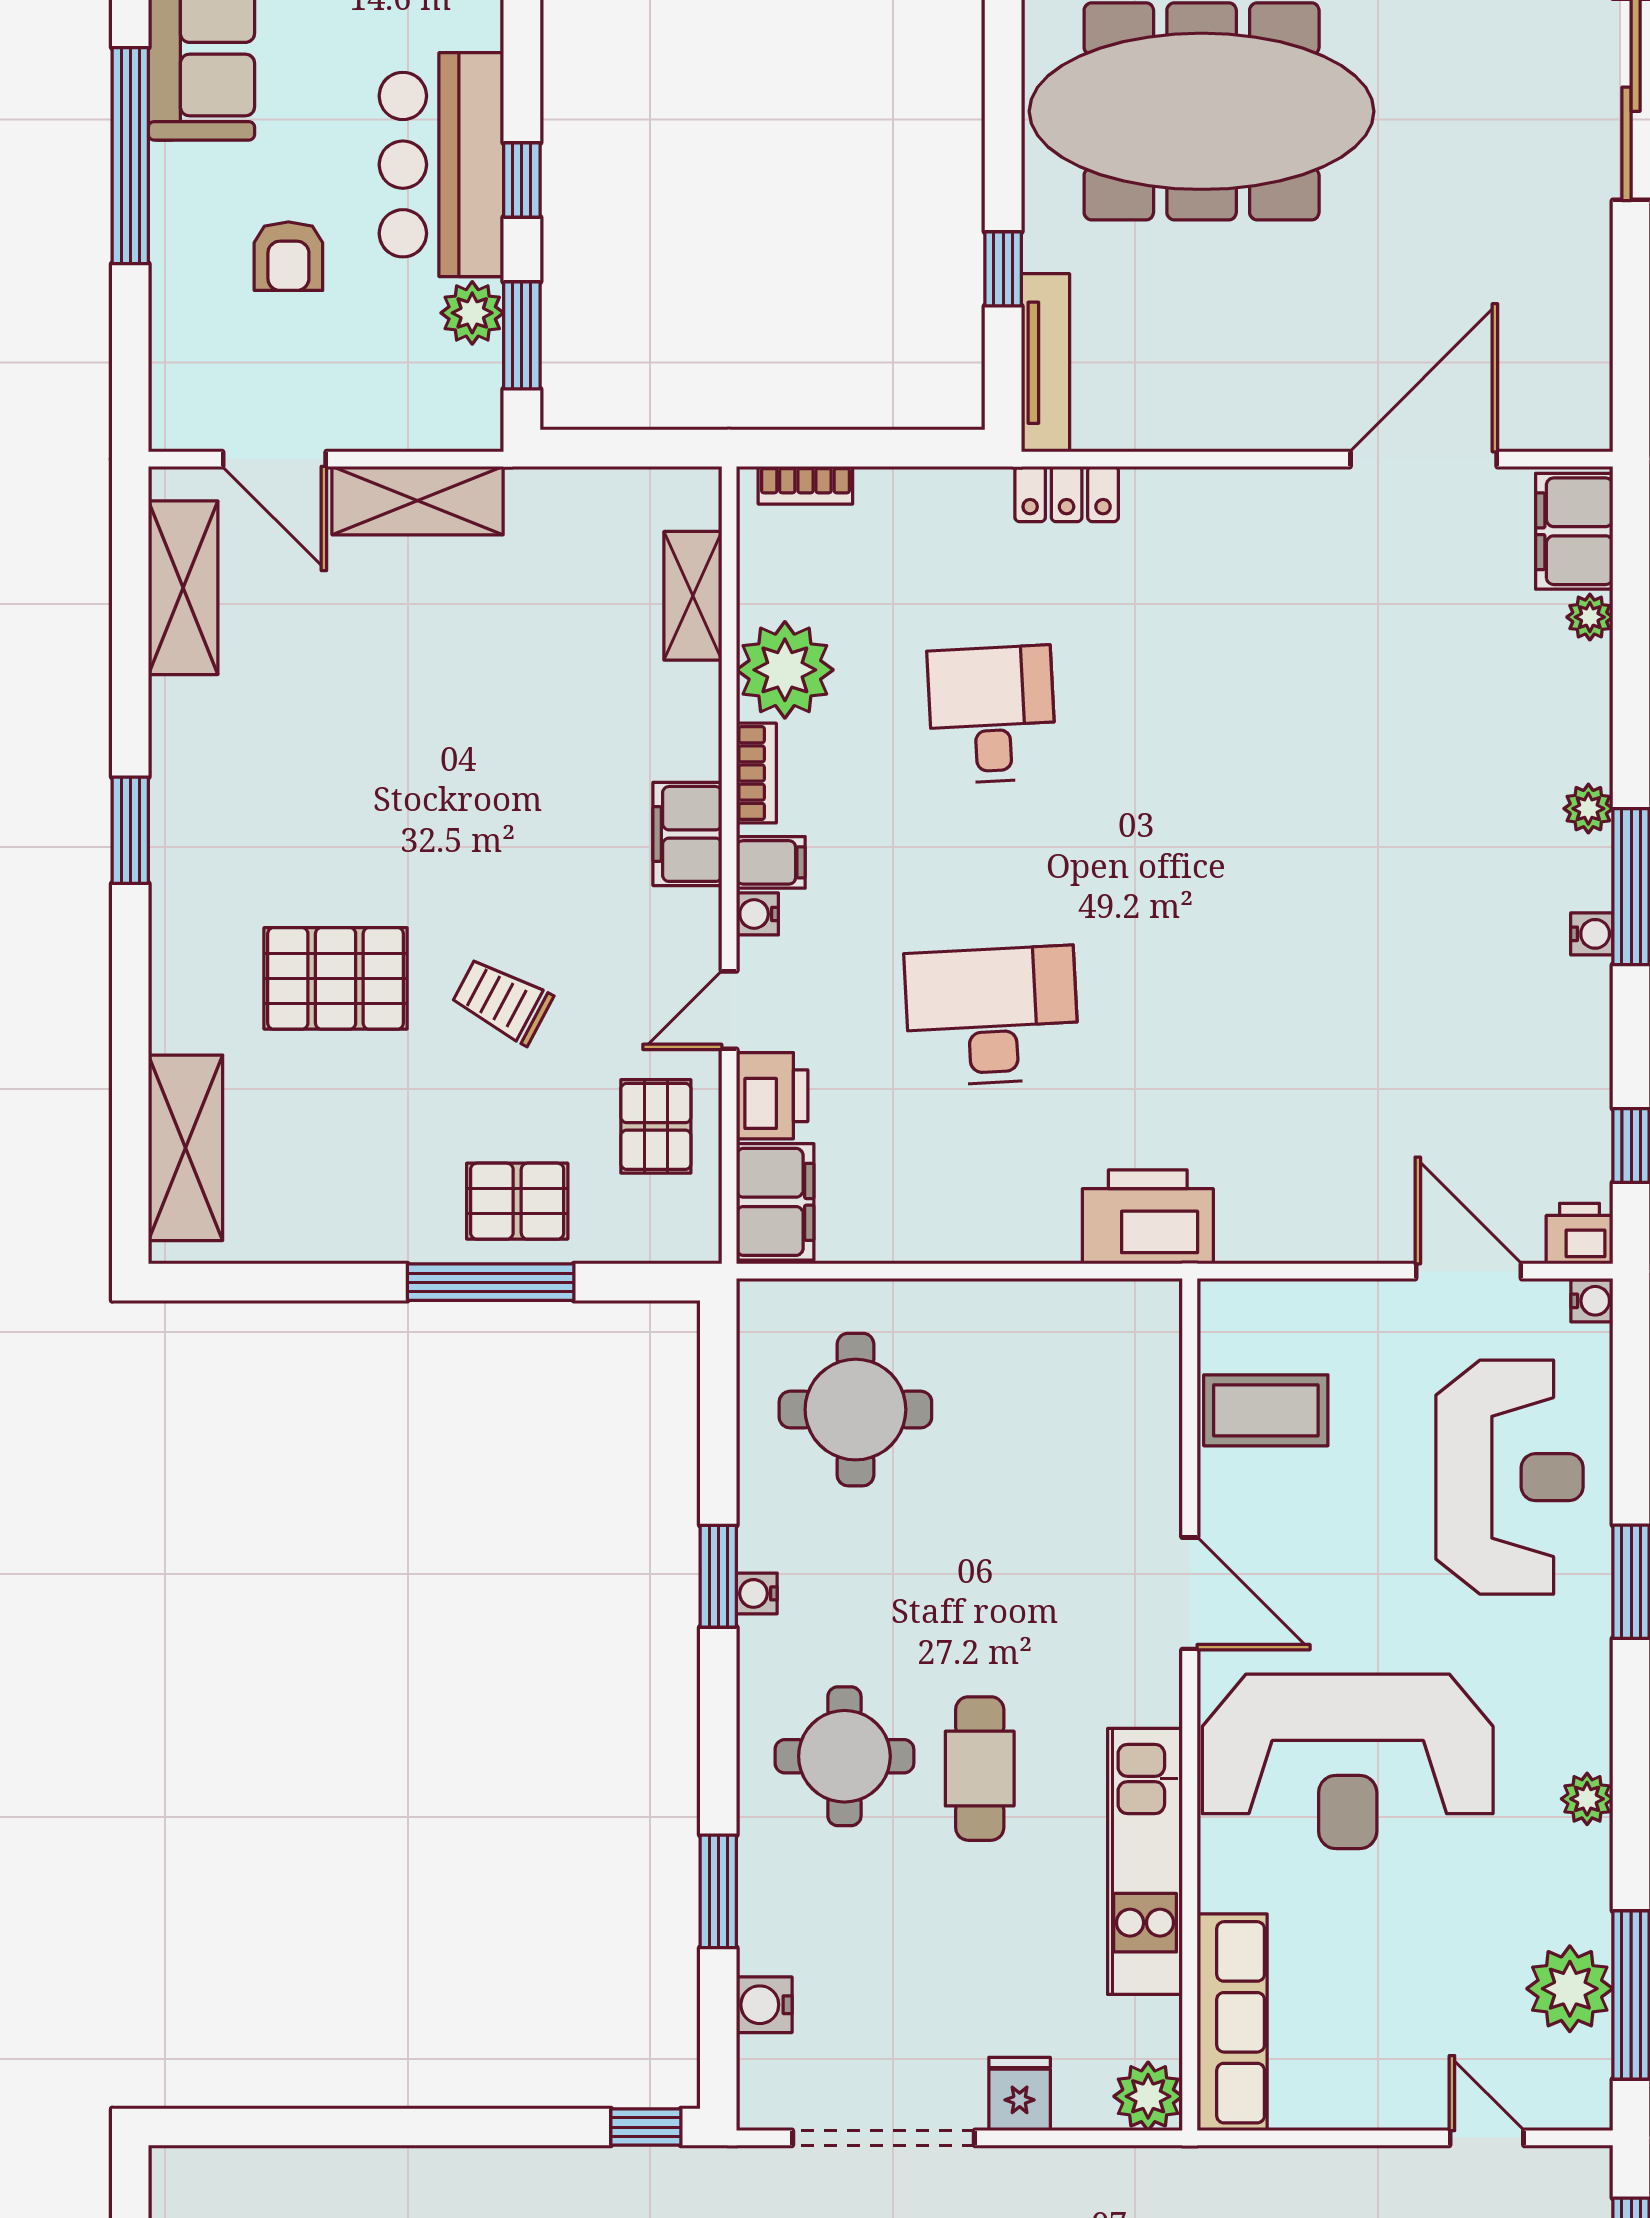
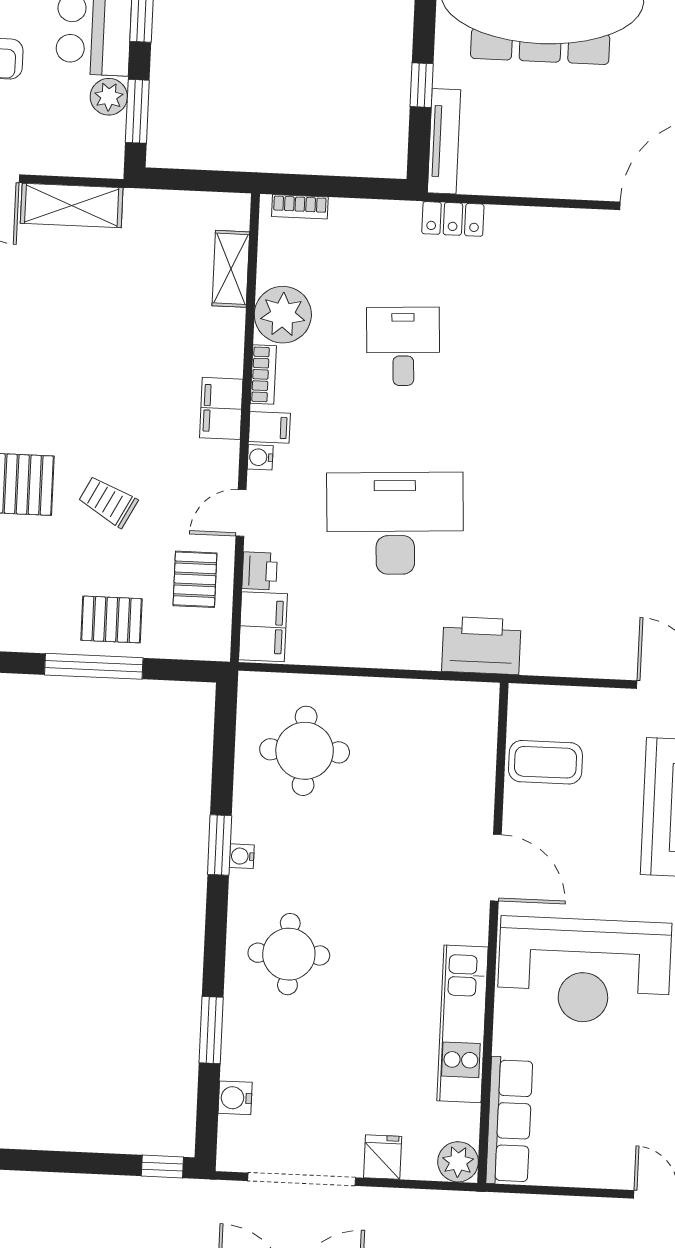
desk: (992, 1016) -> (395, 523), width x1.36, depth x1.30
printer: (772, 1096) -> (260, 571), width x0.73, depth x0.81
cafe table: (980, 1769) -> (368, 965), removed

